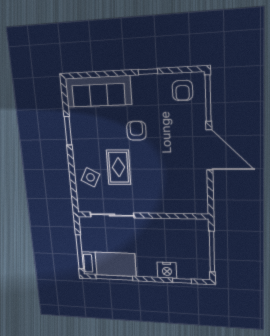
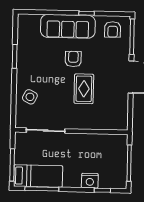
sofa: (98, 91) -> (68, 26), moved
rug: (119, 167) -> (84, 89), moved

